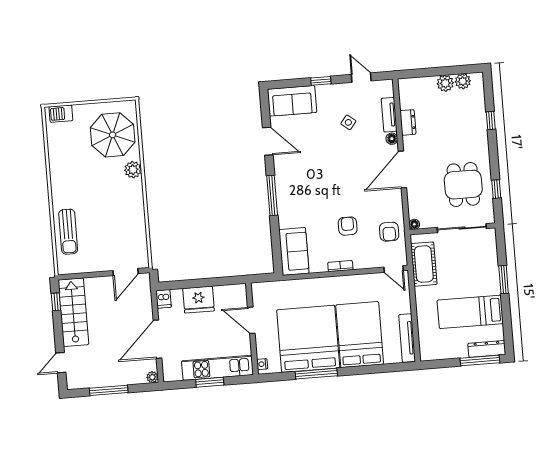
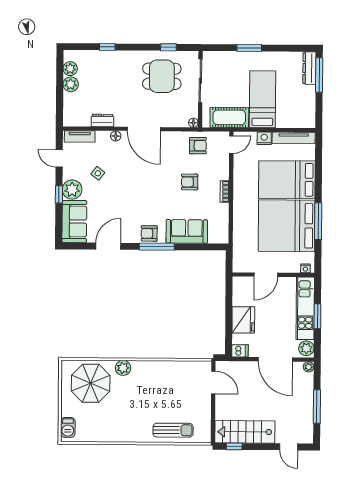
door: (361, 78) -> (59, 158), hinge flipped
plant: (328, 95) -> (72, 190), added
tv unit: (389, 115) -> (80, 136), moved
armchair: (286, 186) -> (149, 233), added
sofa: (294, 251) -> (187, 231), moved
nightstand: (404, 305) -> (264, 138), added
bed: (470, 312) -> (263, 99), moved, turned 180
plant: (173, 373) -> (306, 348), added

